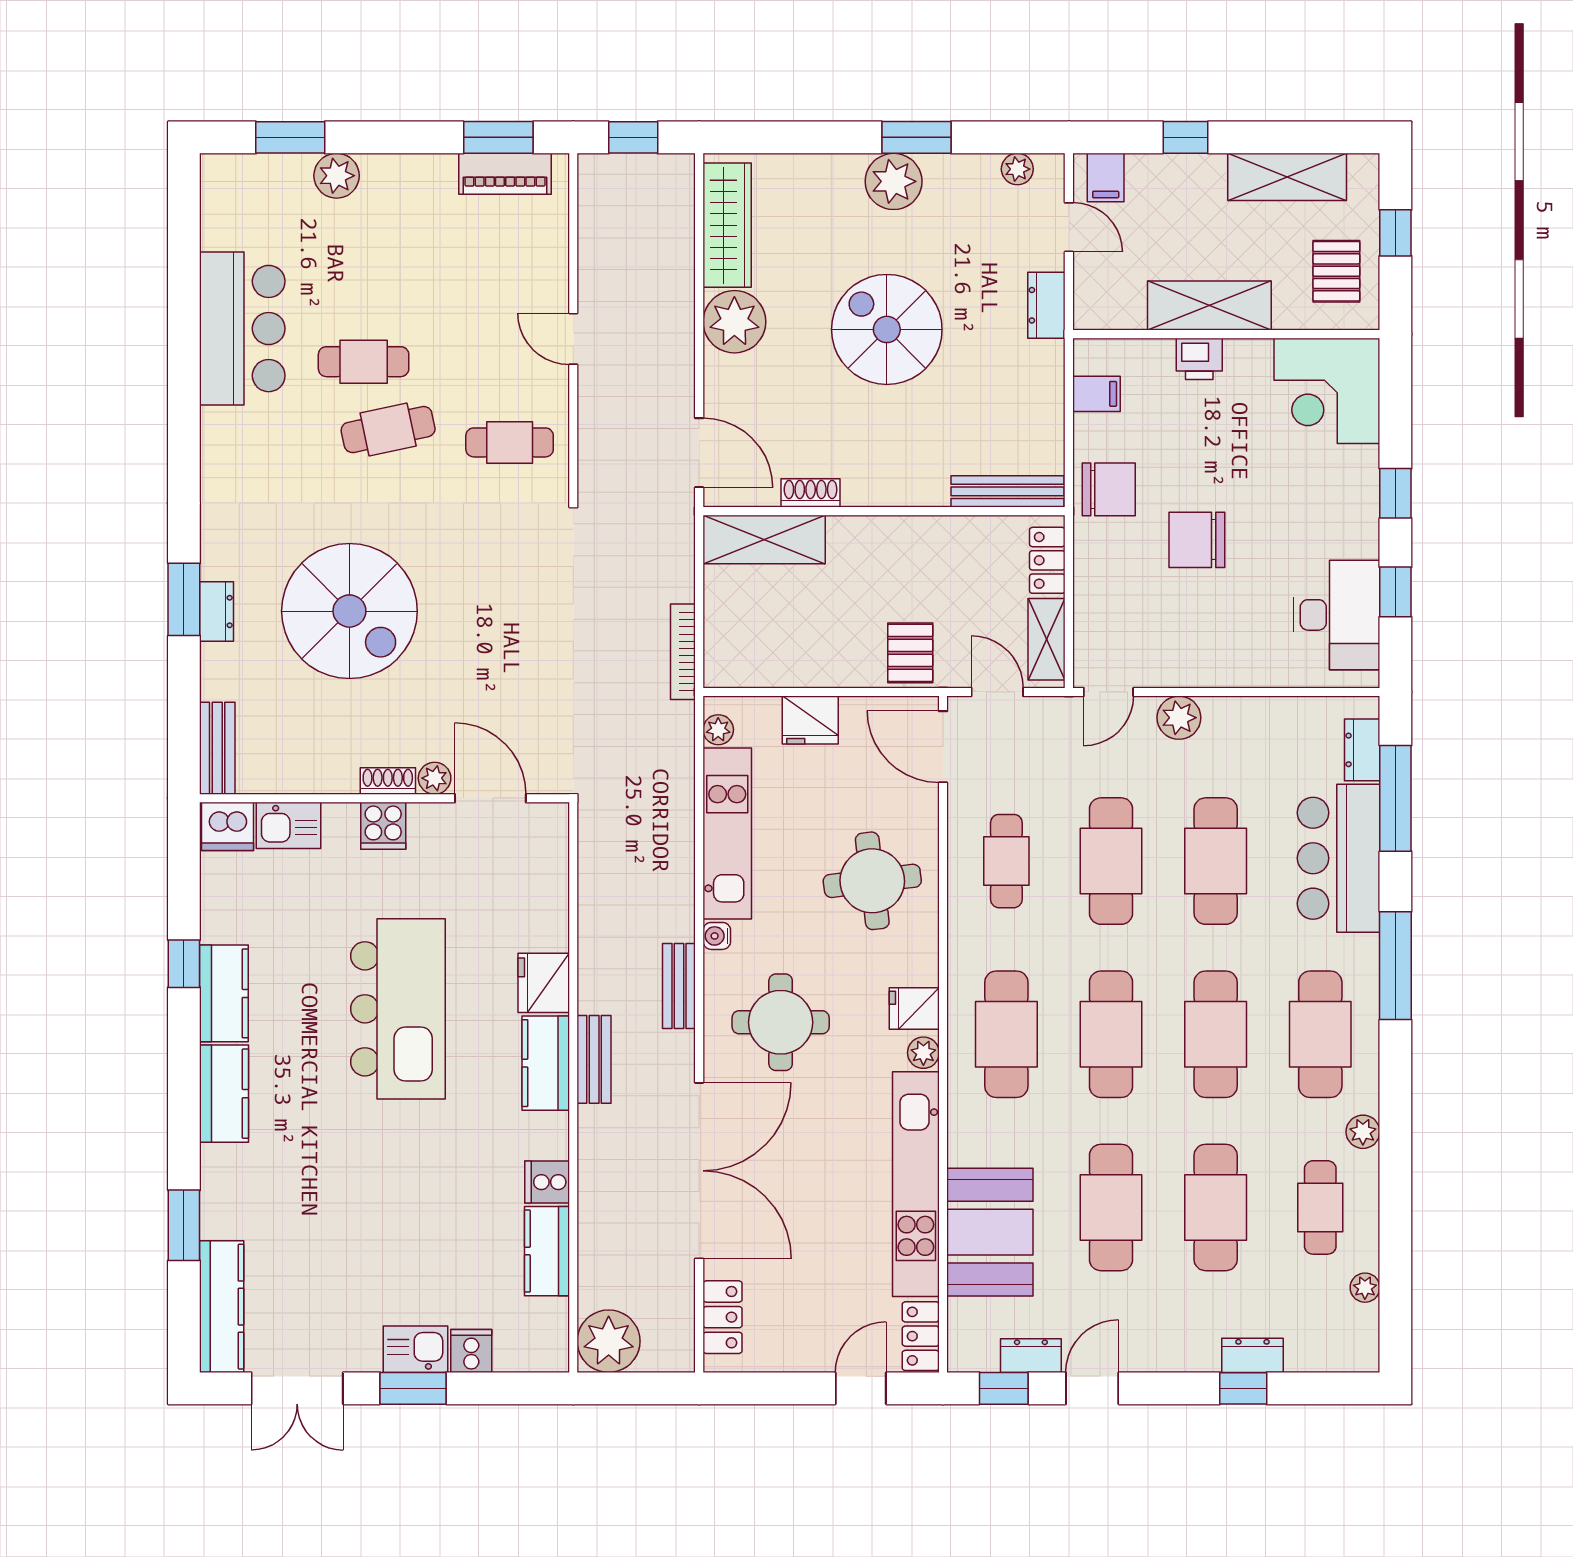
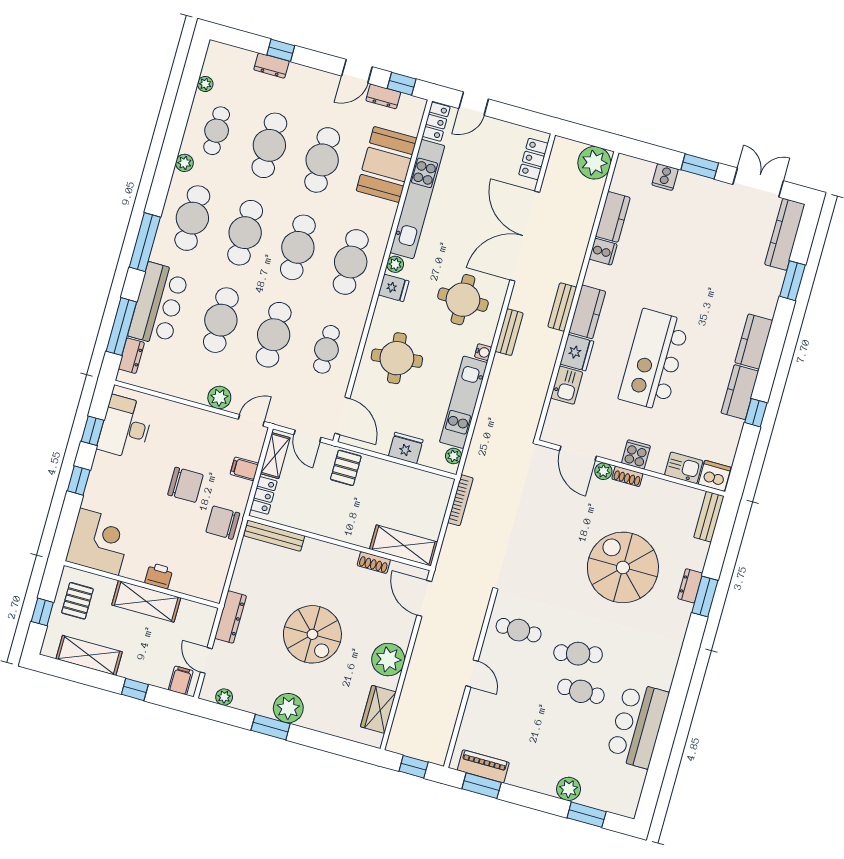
wardrobe: (727, 225) -> (378, 709), width x0.67
dresser: (1046, 305) -> (231, 617), width x1.44
filing cabinet: (1097, 394) -> (244, 469), moved
kitchen sink: (416, 1349) -> (567, 385), moved, turned -90

